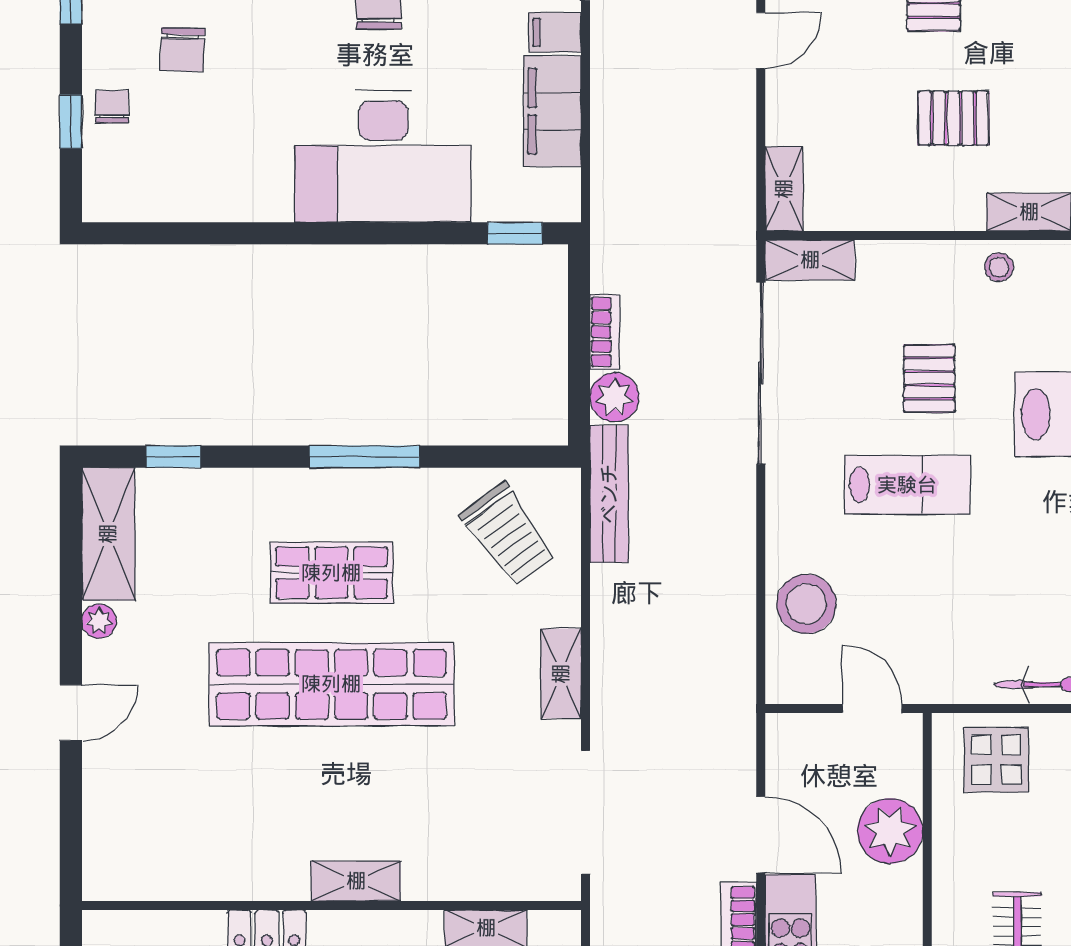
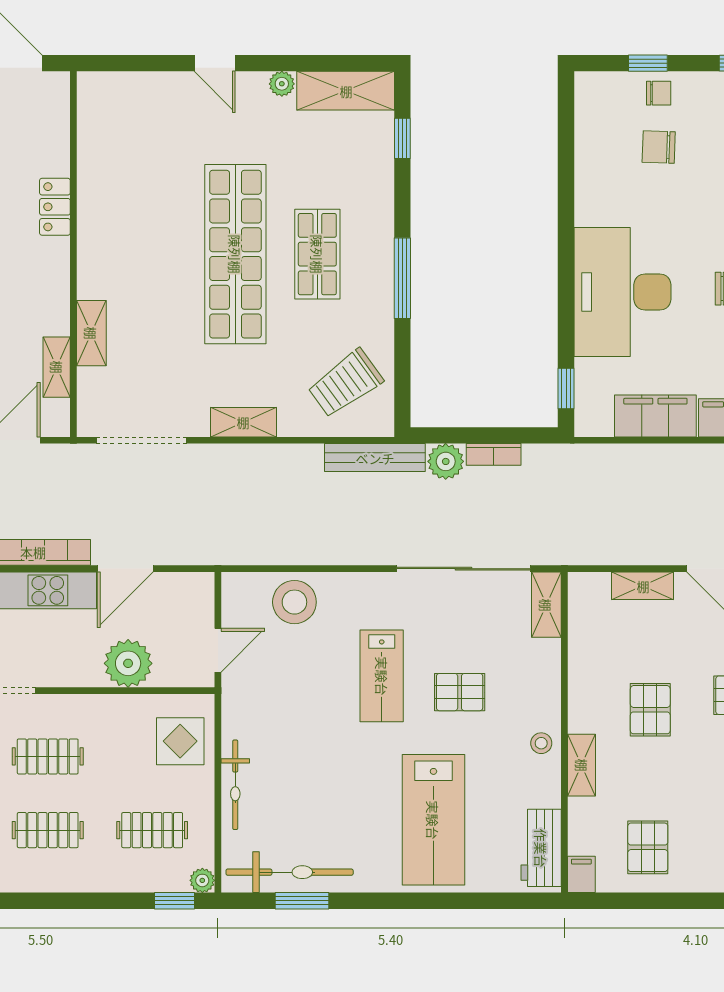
chair: (182, 50) -> (659, 147), moved
shelving: (784, 189) -> (643, 586), moved
shelving: (356, 881) -> (91, 333), moved

